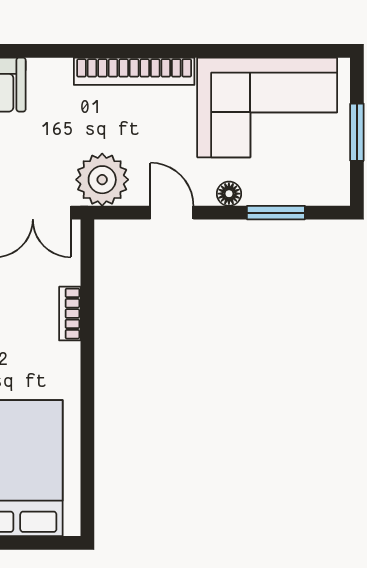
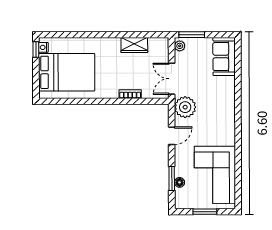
bookcase: (134, 71) -> (230, 120), removed
floor lamp: (229, 194) -> (180, 182), moved

